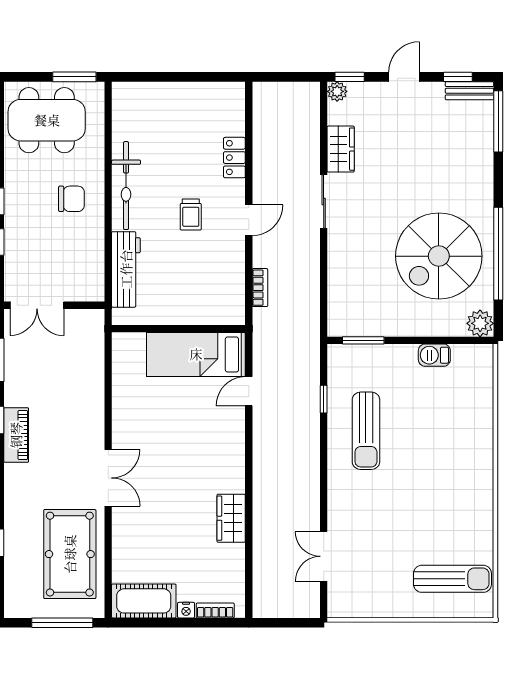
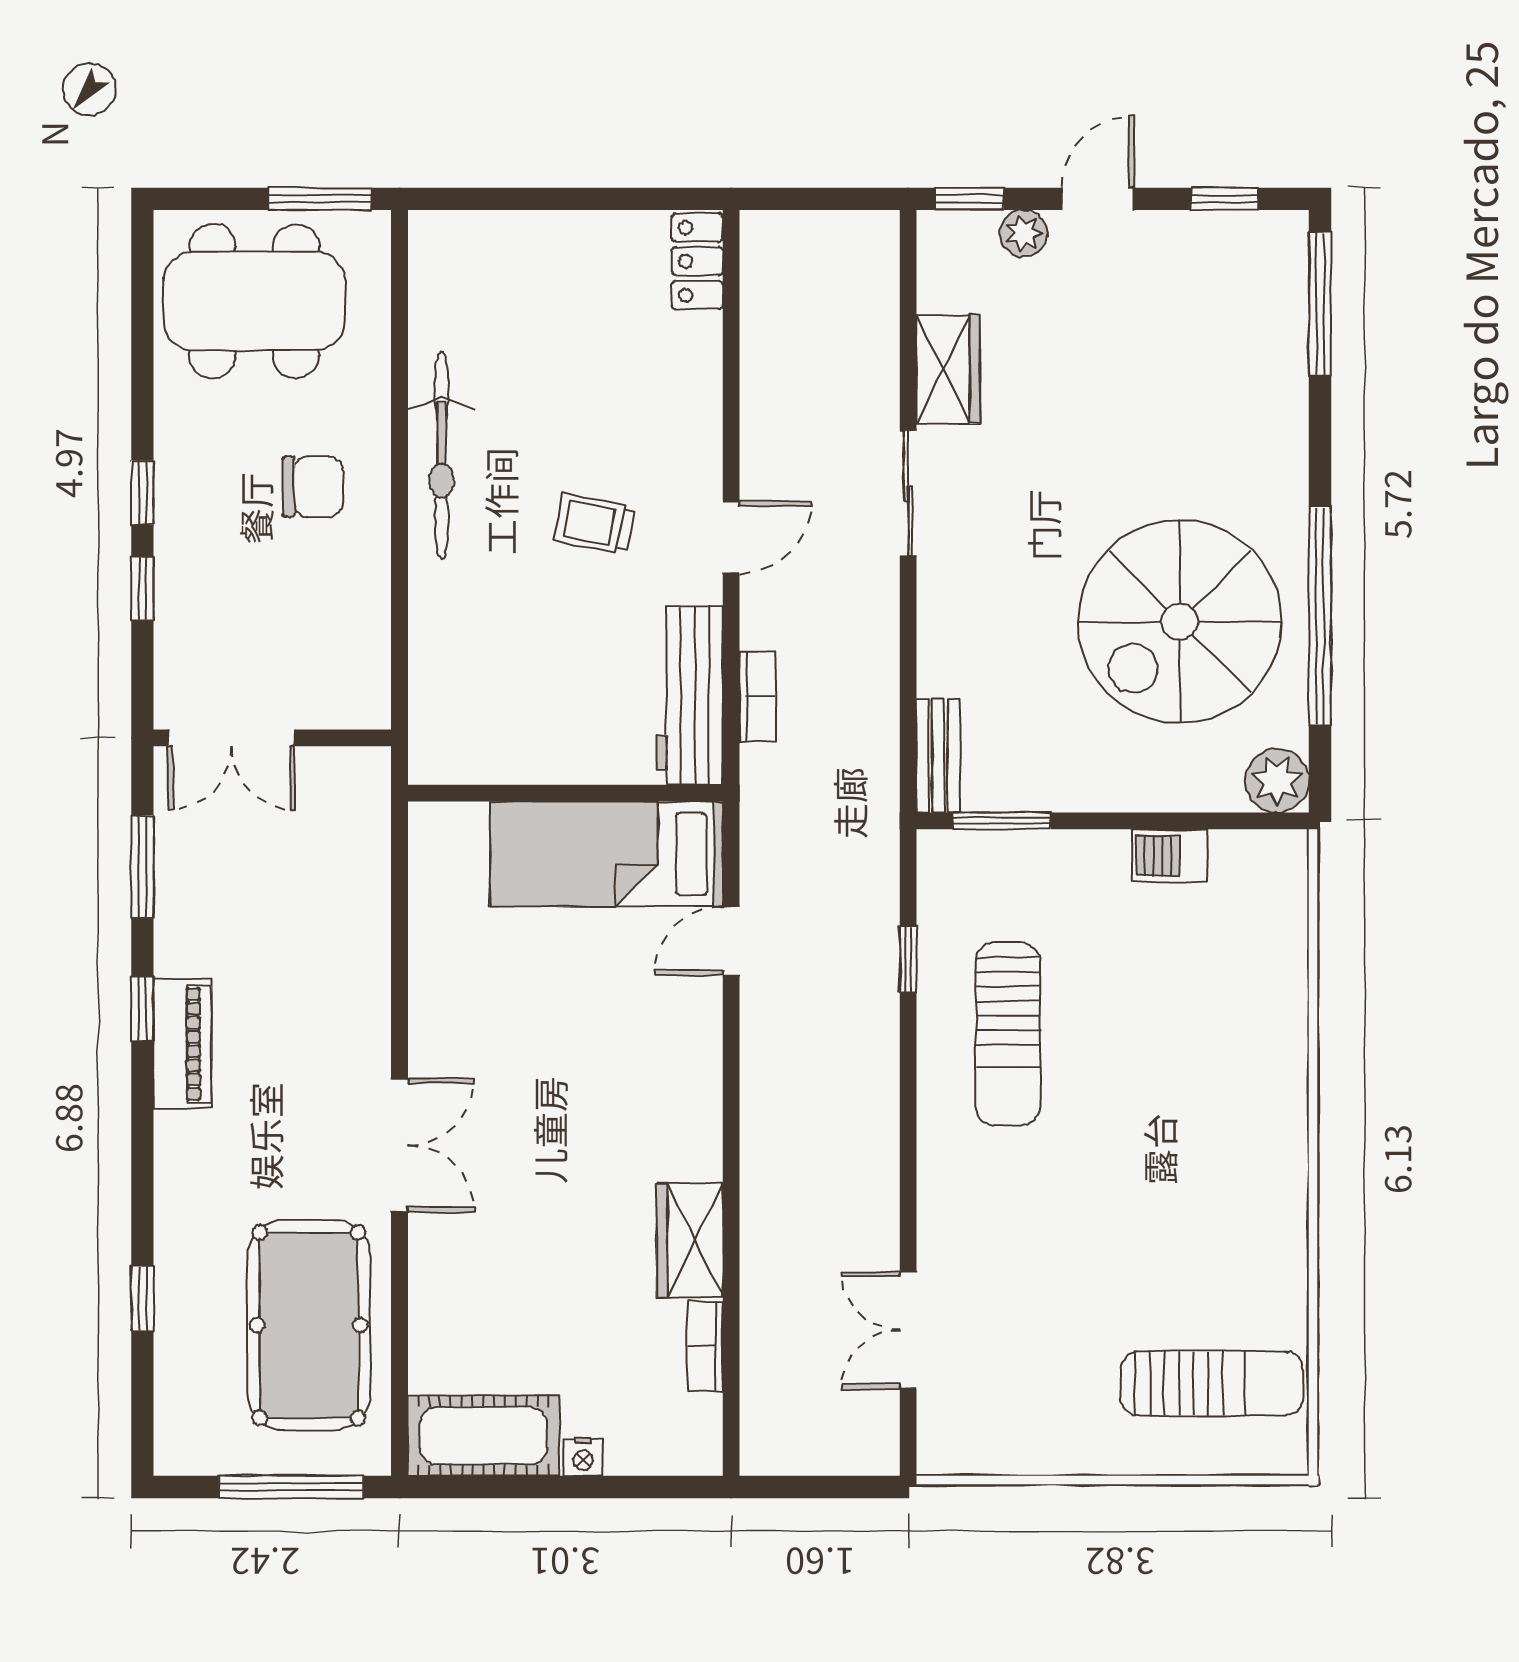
plant: (337, 91) -> (1023, 233), moved
bench: (469, 91) -> (938, 756), moved, turned 90
locker: (234, 158) -> (697, 261), moved
trolley: (191, 215) -> (594, 524), turned 101
workbench: (126, 269) -> (689, 696), moved, turned 180
bookcase: (215, 610) -> (705, 1346), moved, turned -90

